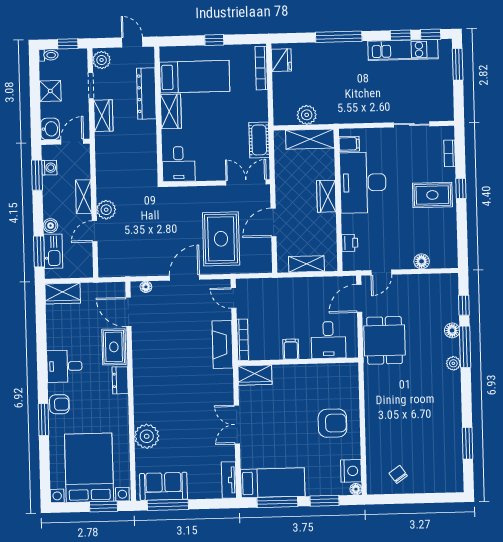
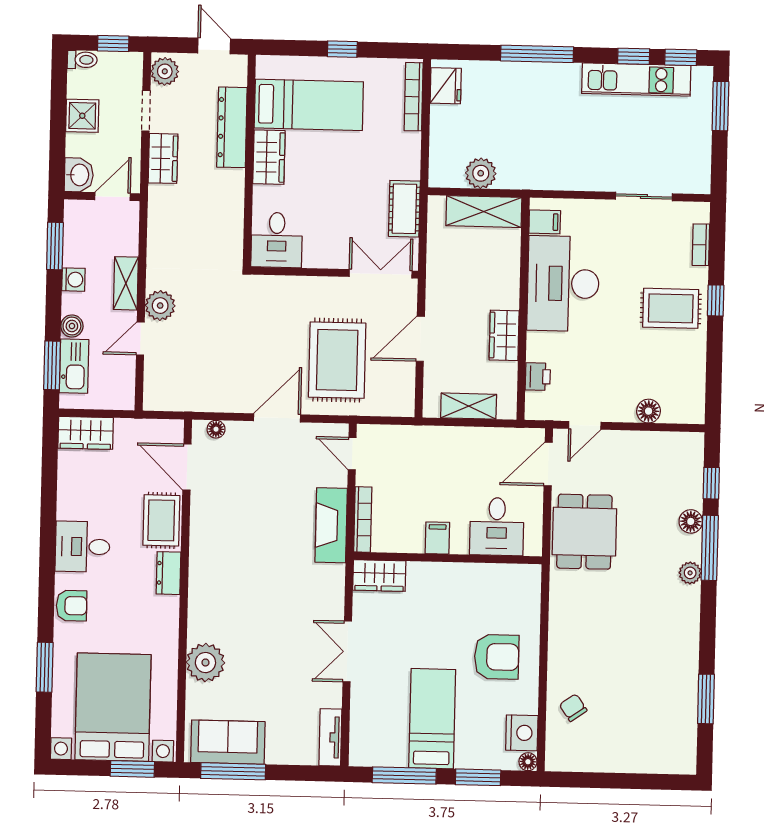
washing machine: (49, 168) -> (73, 280), moved
wardrobe: (326, 196) -> (504, 335), moved
window: (43, 420) -> (45, 667), moved
chair: (398, 474) -> (573, 708), moved
bed: (273, 483) -> (432, 719), moved, turned -90

